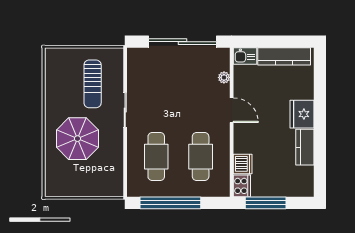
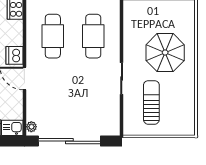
plant: (224, 77) -> (31, 127), moved
dishwasher: (243, 164) -> (14, 55), moved

